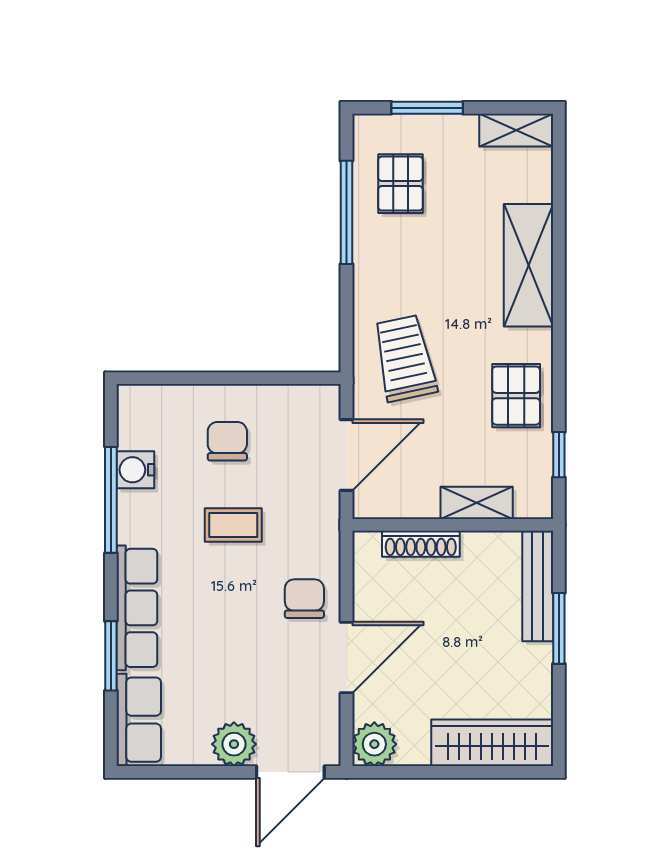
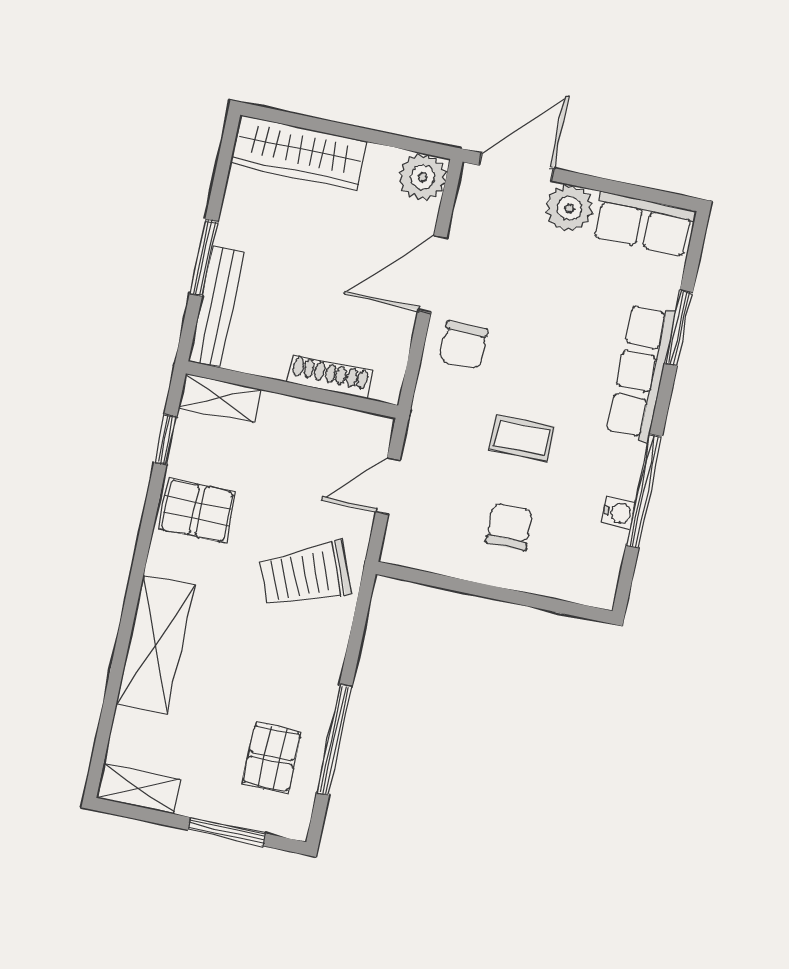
trolley: (405, 358) -> (306, 574), turned 80
pallet: (516, 396) -> (197, 511), turned 90
chair: (227, 441) -> (510, 527), turned 180
door: (347, 455) -> (388, 486), width x0.73
water cooler: (135, 470) -> (619, 513), width x0.72, depth x0.72
shelving: (477, 503) -> (220, 398), moved
row of seats: (139, 720) -> (644, 224), moved, turned -90

